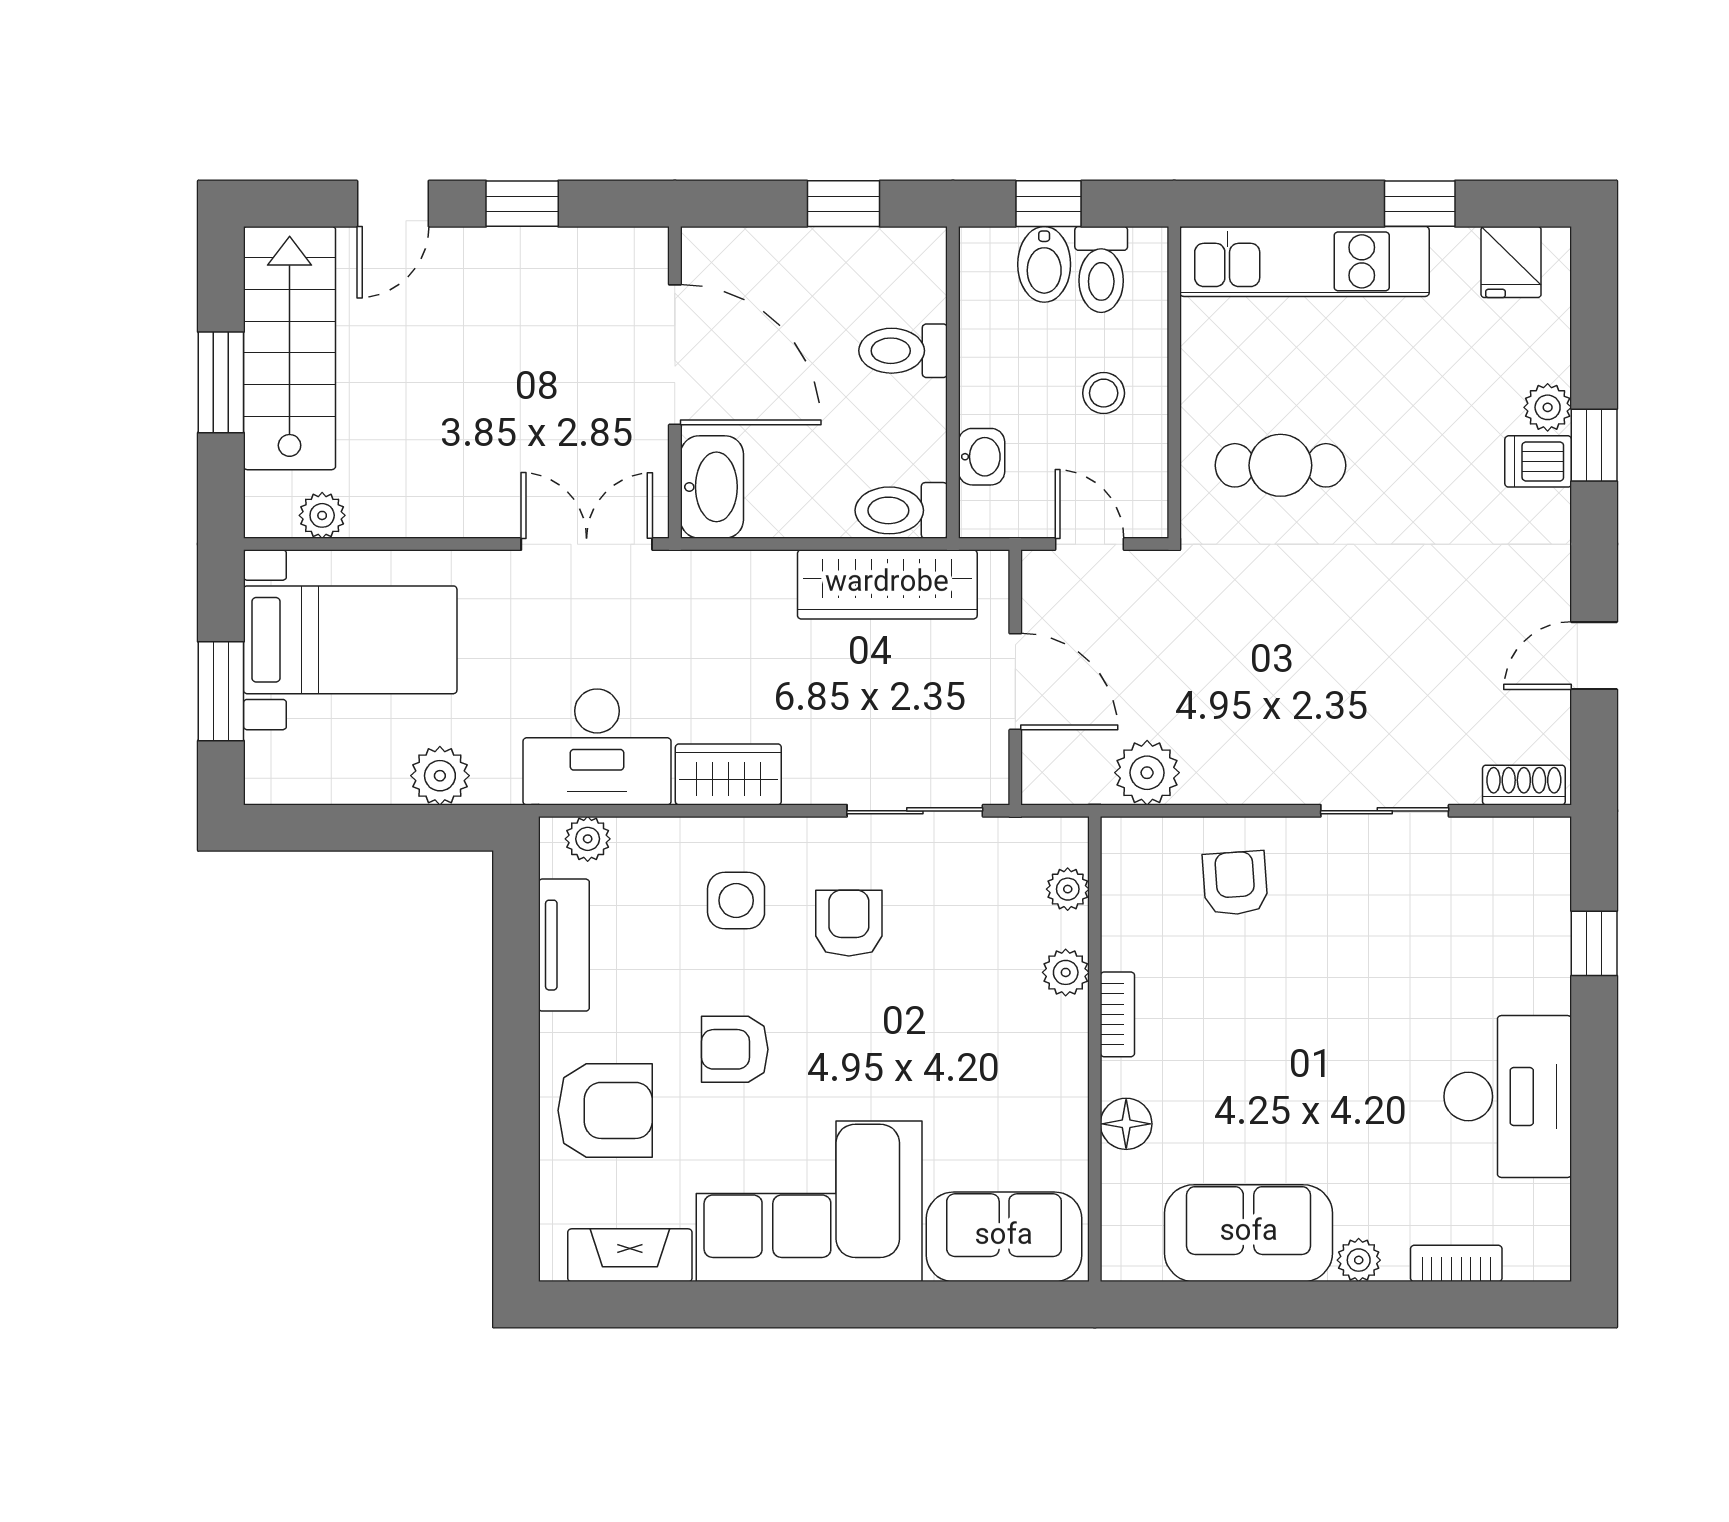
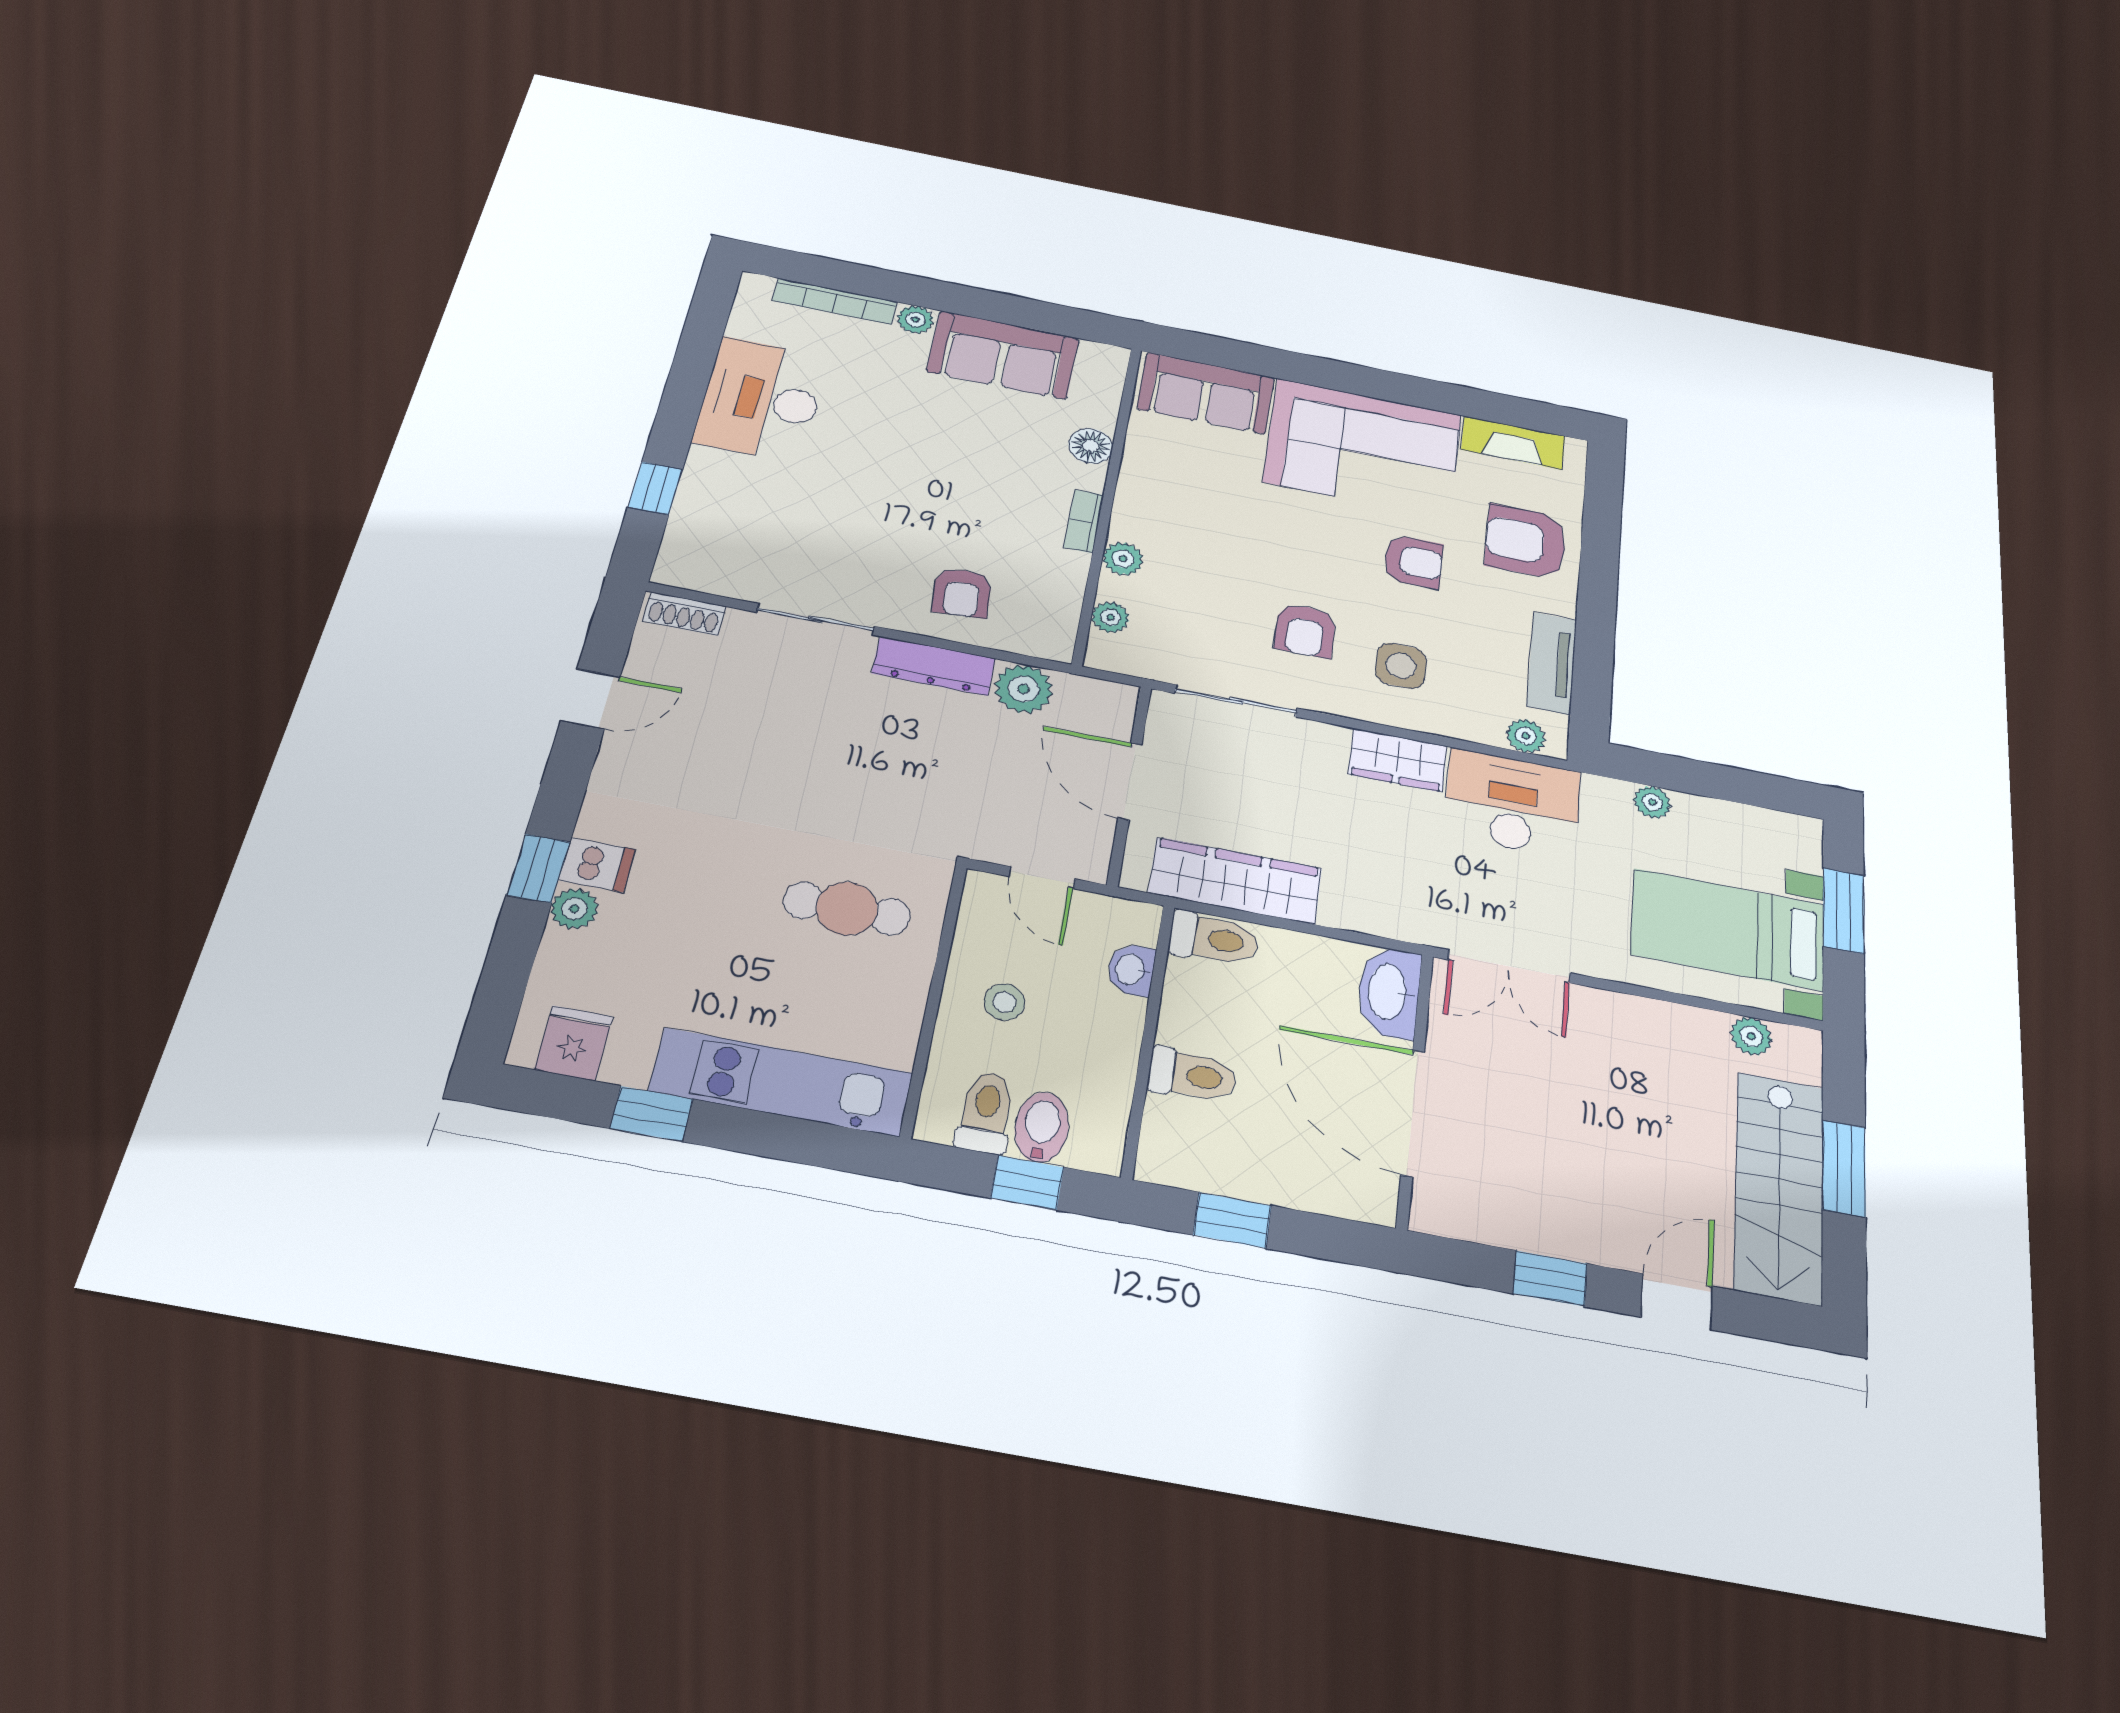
plant: (440, 776) -> (1652, 802), width x0.73, depth x0.73
dresser: (1248, 780) -> (934, 666), added
bookcase: (1456, 1263) -> (835, 301), width x1.56

